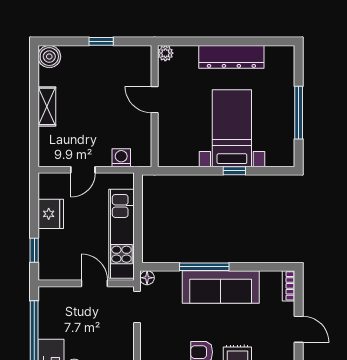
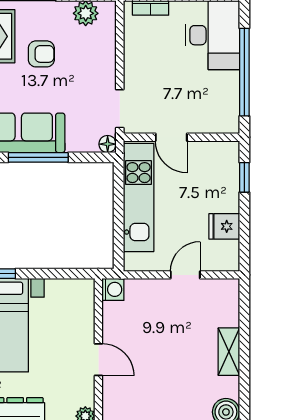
washing machine: (121, 158) -> (113, 289), moved, turned -90
fridge: (51, 214) -> (224, 226), width x0.72

